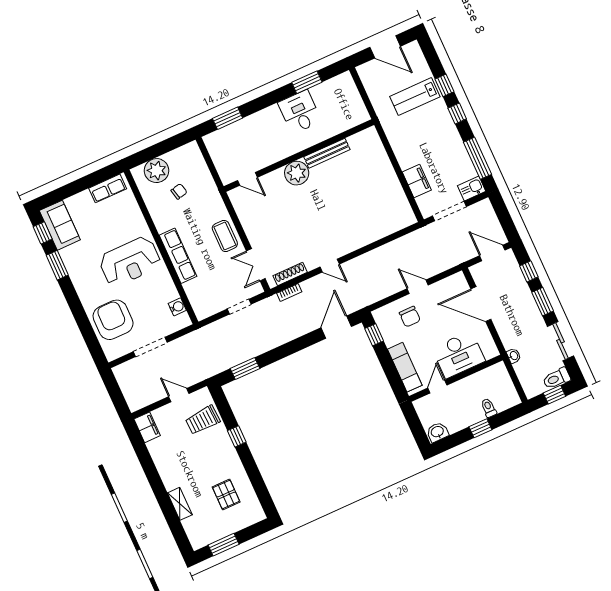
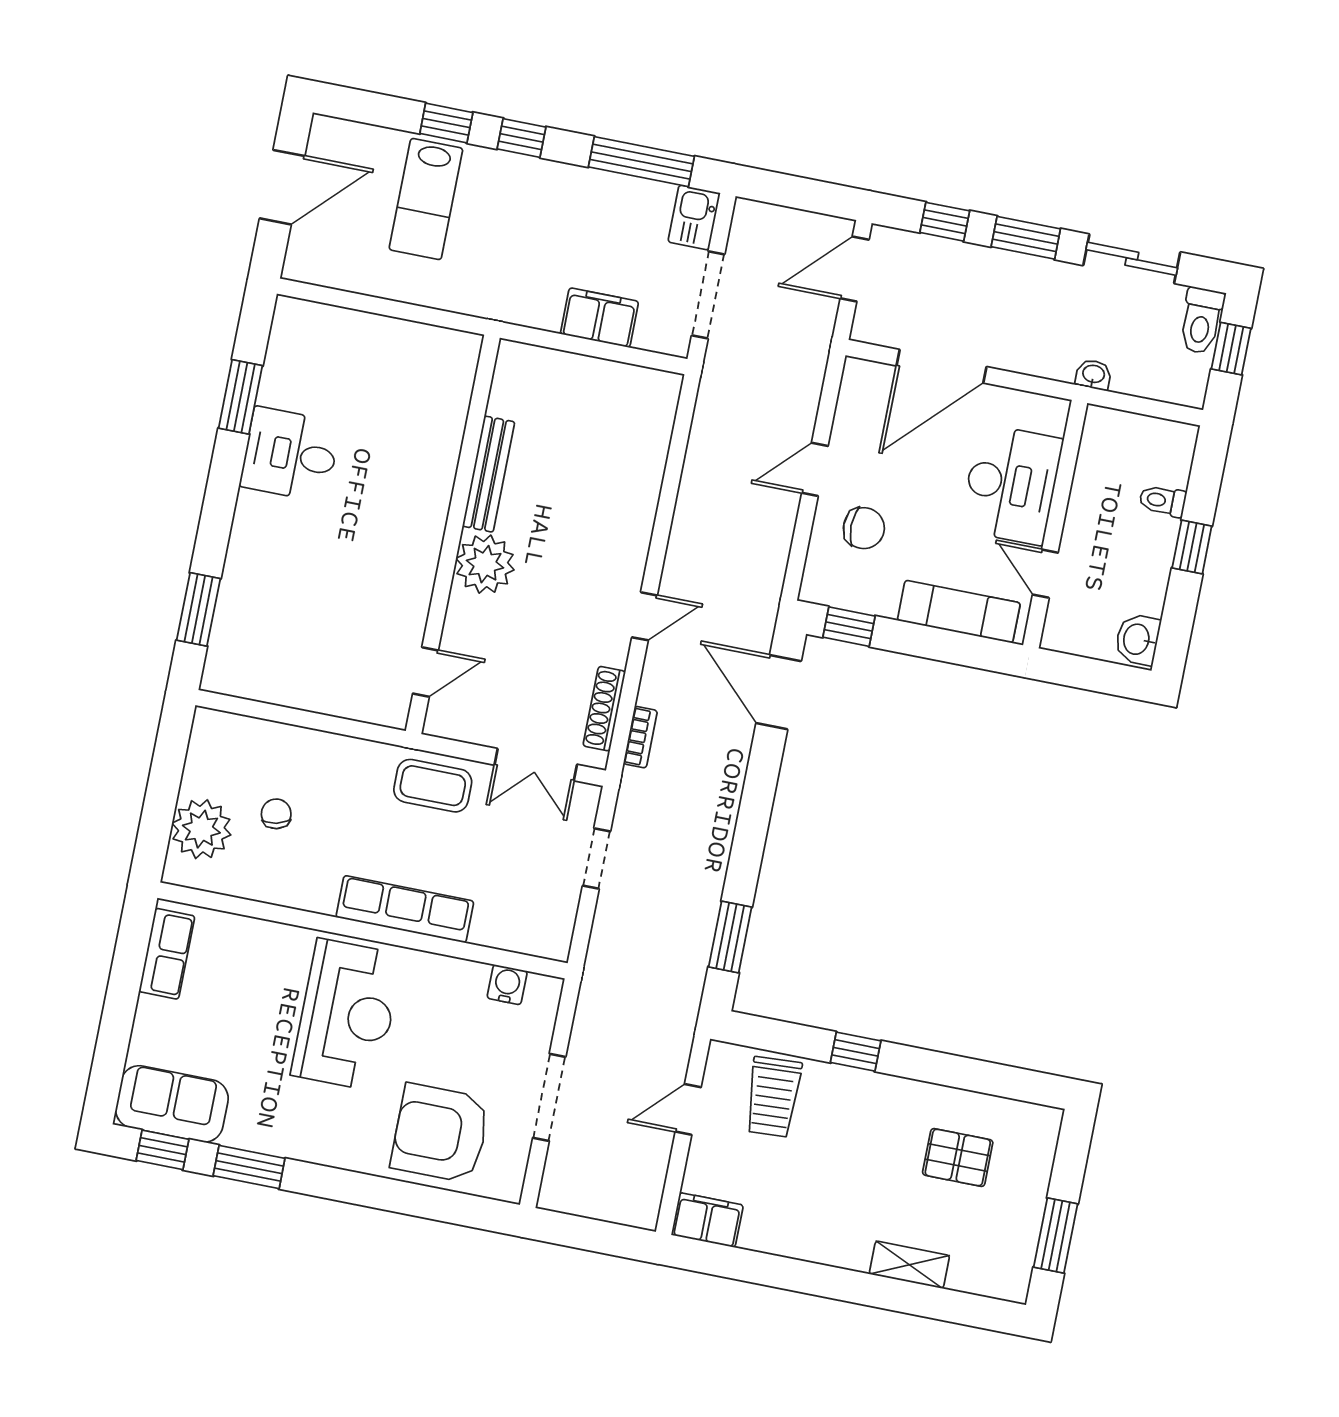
bench: (327, 153) -> (489, 474), moved
wall: (299, 156) -> (453, 534), moved
plant: (297, 173) -> (485, 564), moved
door: (248, 179) -> (425, 672), moved

